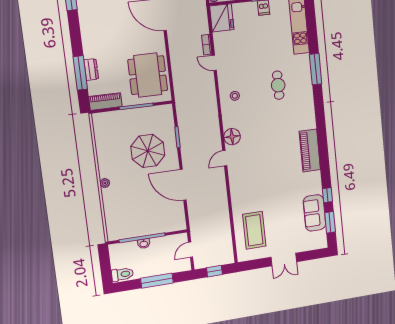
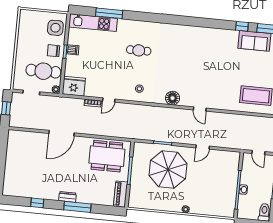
window: (316, 69) -> (109, 13), moved
dresser: (91, 70) -> (67, 197), moved
window: (80, 73) -> (77, 207), moved
parasol: (148, 151) -> (168, 169), width x1.36, depth x1.36
piano: (310, 151) -> (200, 34), removed
door: (225, 158) -> (200, 109), moved
door: (183, 185) -> (203, 147), width x0.53

